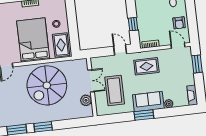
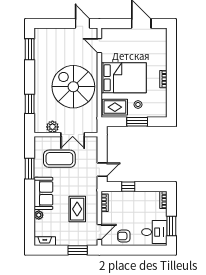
window: (72, 23) -> (137, 122), added
rug: (146, 66) -> (77, 209), moved
window: (144, 115) -> (30, 169), moved
window: (43, 127) -> (30, 104), moved

